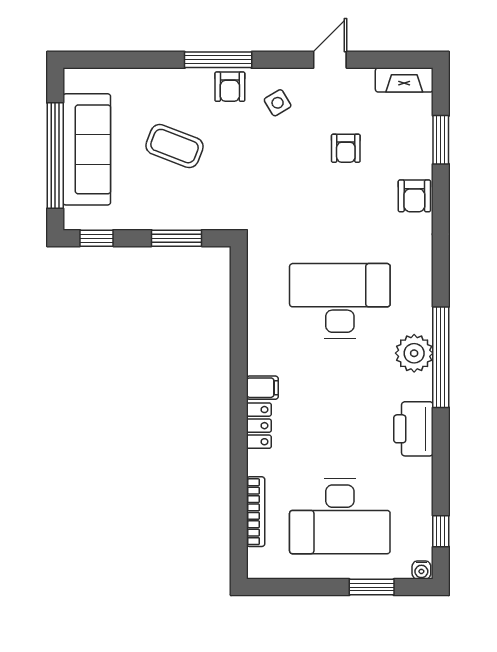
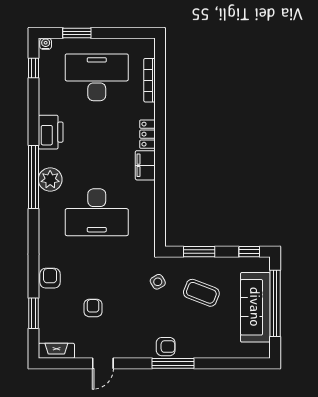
armchair: (230, 87) -> (166, 347), turned 90
side table: (278, 103) -> (158, 282), moved
coffee table: (175, 146) -> (201, 293), moved
filing cabinet: (262, 388) -> (145, 165), width x2.00

